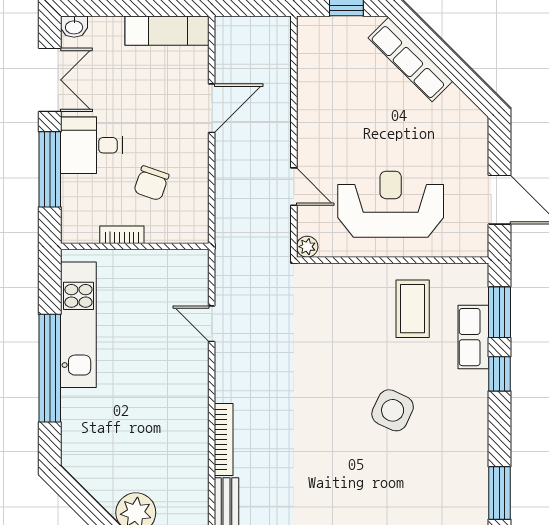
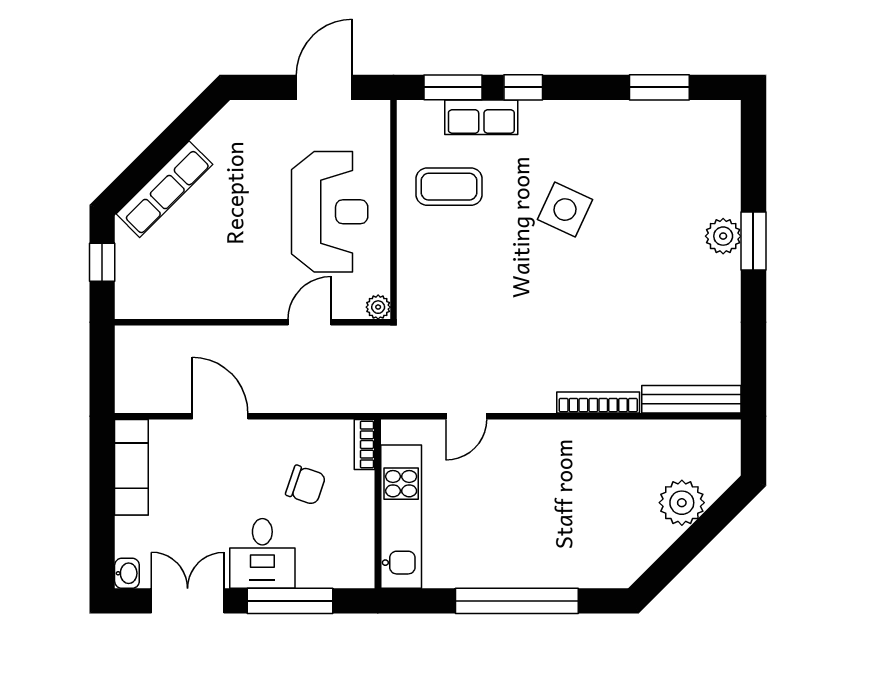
reception desk: (391, 204) -> (330, 212), turned 180
bookcase: (122, 235) -> (365, 444), moved
kitchen unit: (78, 325) -> (401, 517), moved, turned 90

